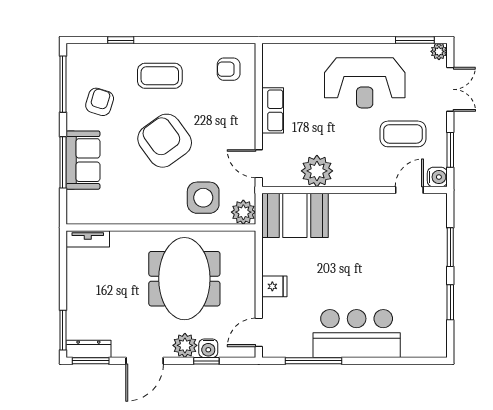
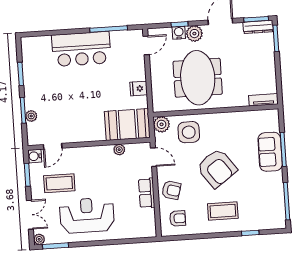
double door: (450, 89) -> (30, 215), swing flipped
armchair: (100, 102) -> (171, 190), moved, turned -91
plant: (317, 171) -> (119, 150), width x0.53, depth x0.53
plant: (439, 238) -> (31, 116), added
fridge: (274, 286) -> (139, 89), moved

